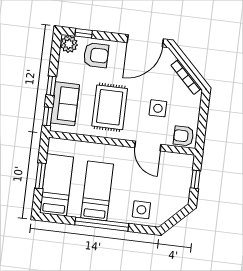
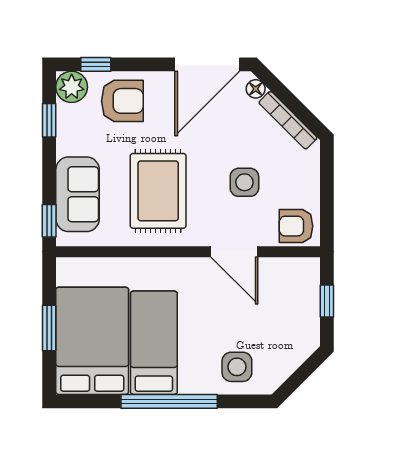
floor lamp: (170, 57) -> (256, 89), added
window: (51, 86) -> (49, 120), moved
bed: (57, 185) -> (92, 341), width x1.50

